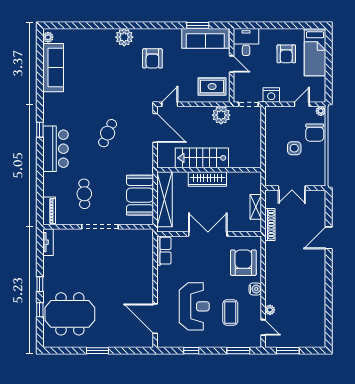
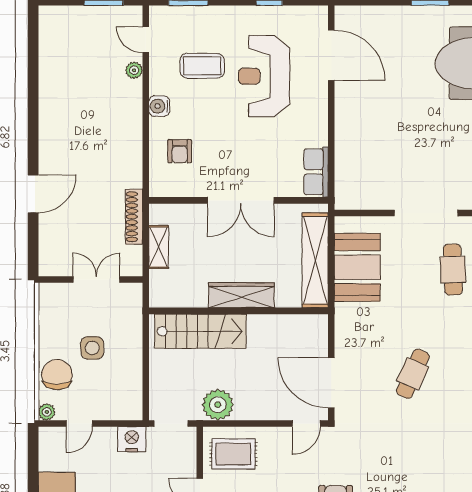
stairs: (202, 158) -> (200, 331), moved
armchair: (243, 263) -> (180, 151), width x0.53, depth x0.53
coffee table: (230, 312) -> (202, 66), turned 90

